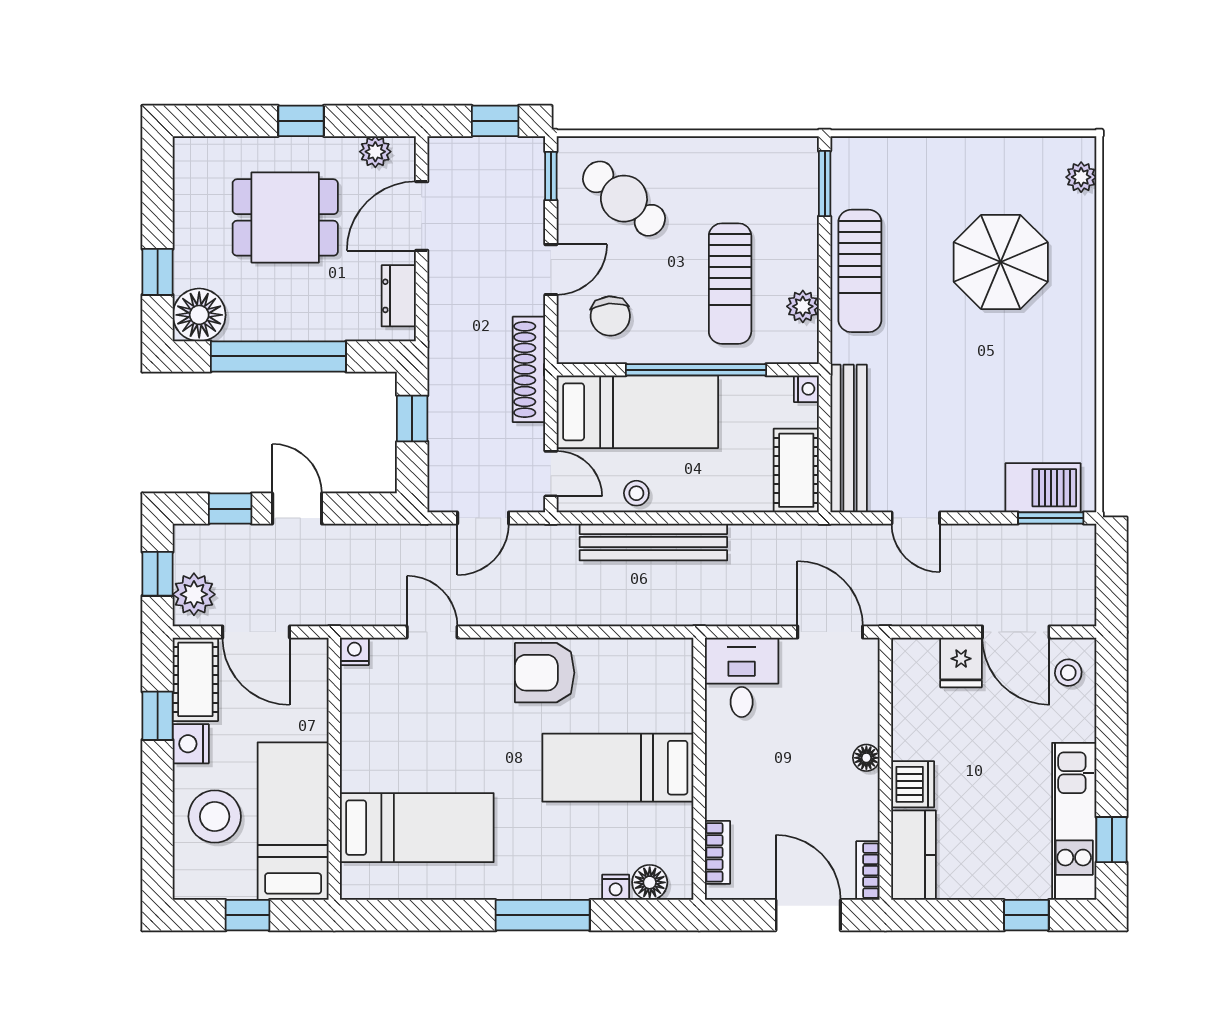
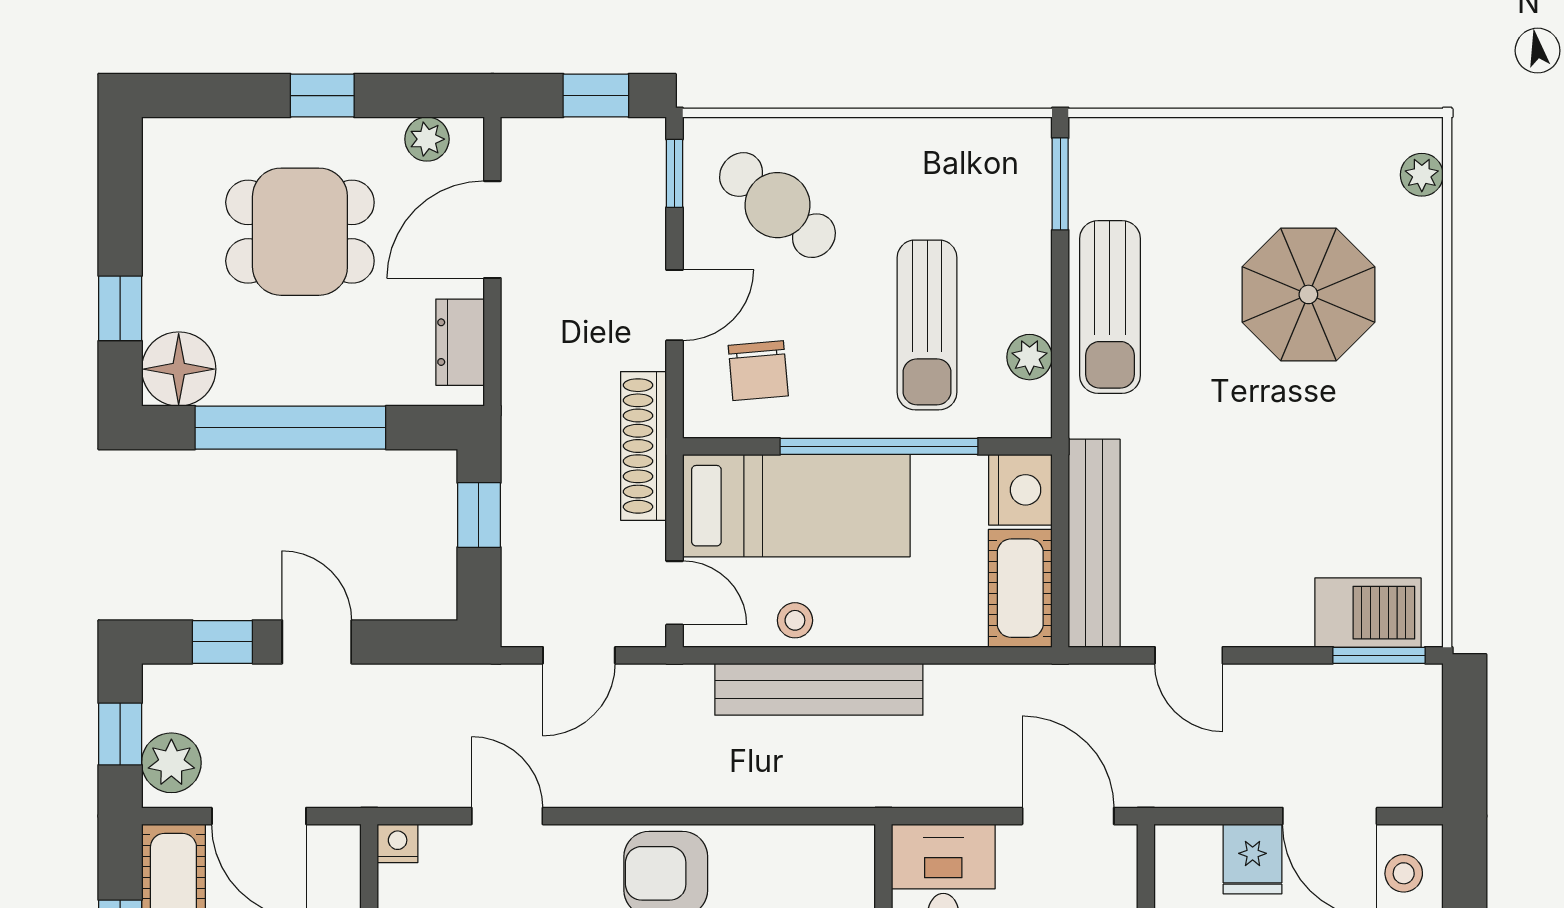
nightstand: (806, 389) -> (1020, 490), width x1.89, depth x1.79

